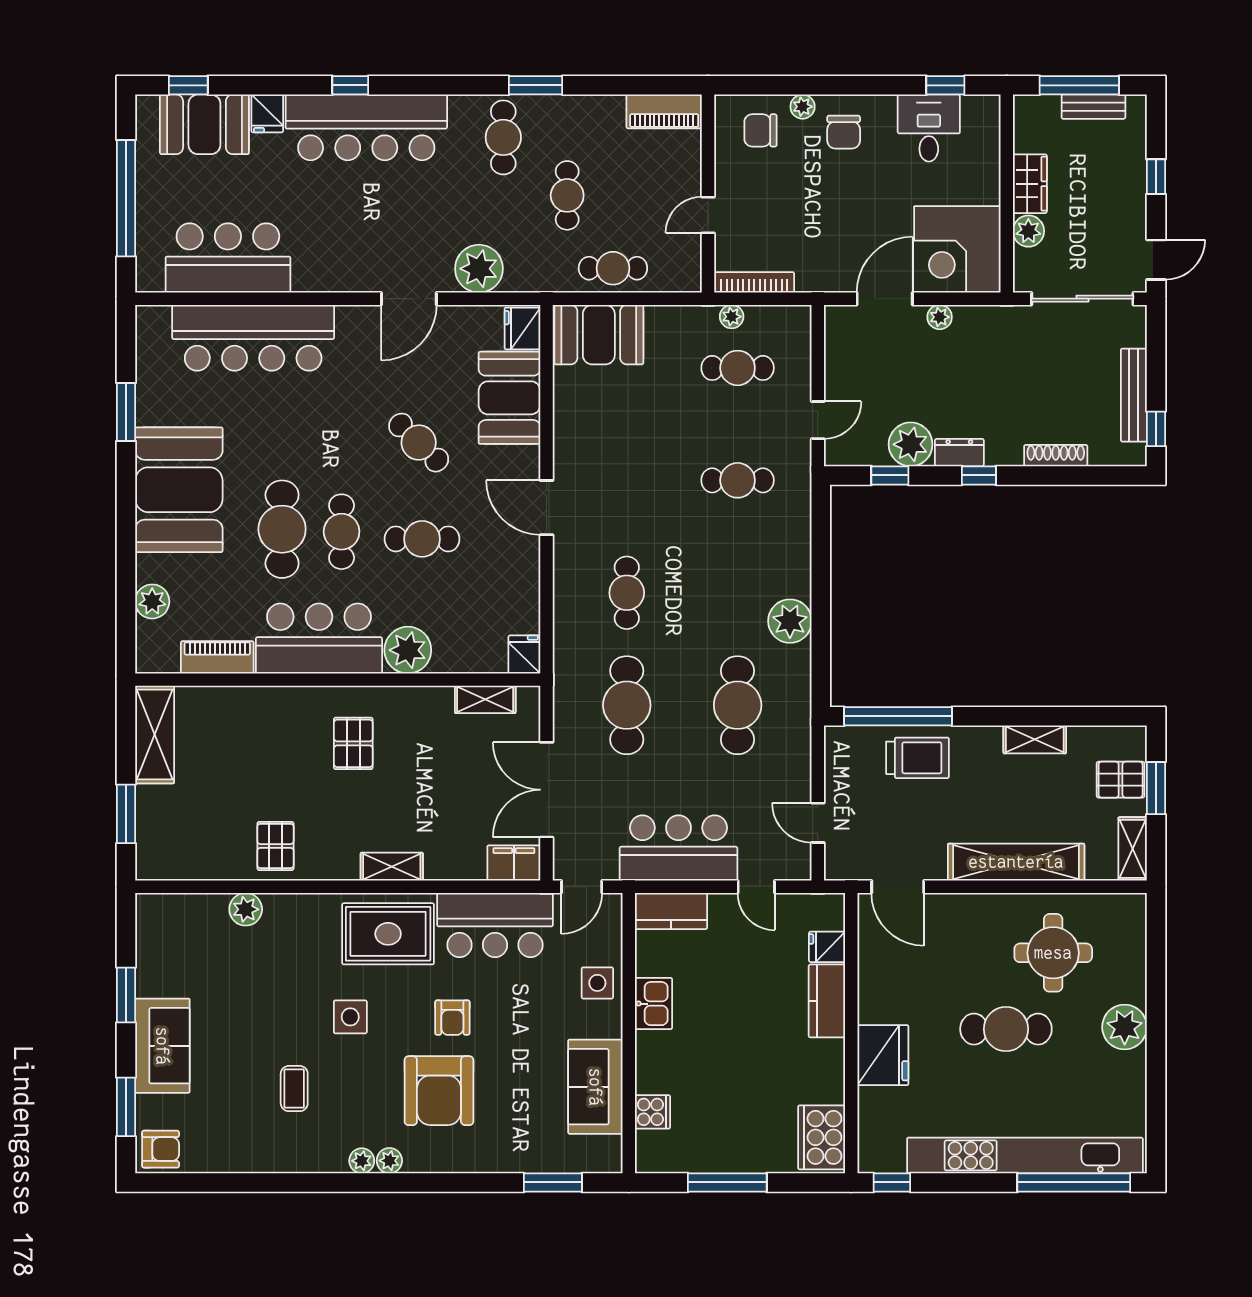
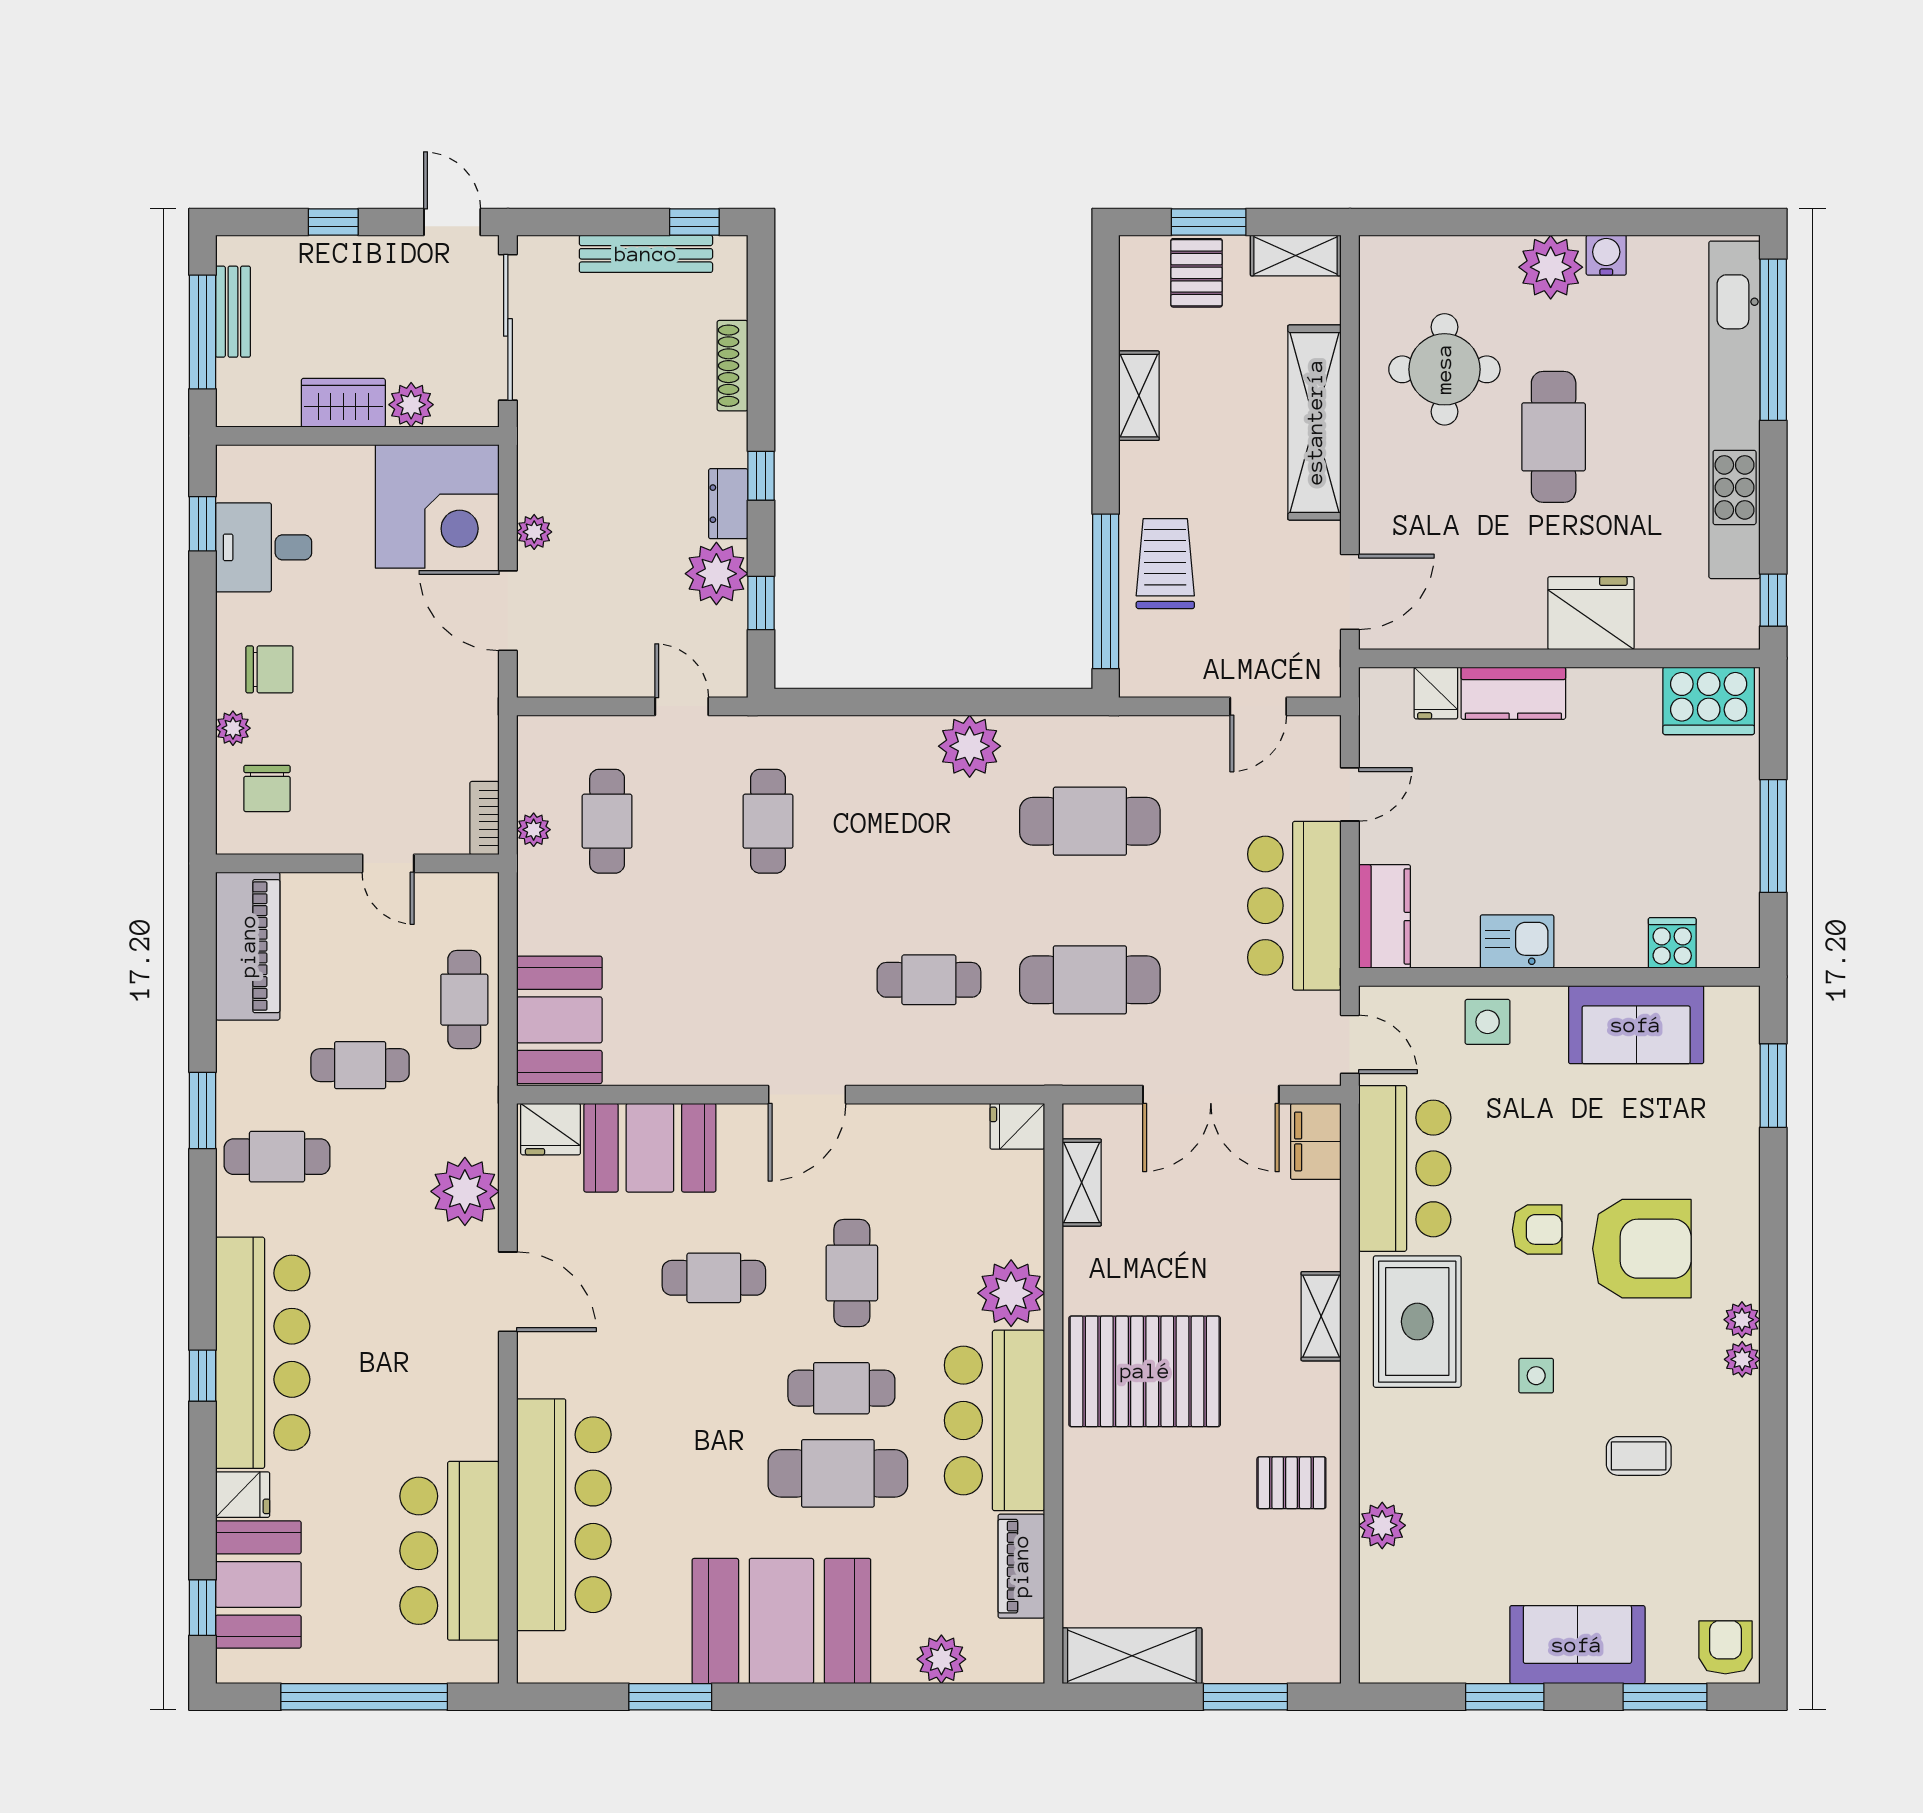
piano: (664, 111) -> (248, 946), width x1.37, depth x1.33
bookcase: (754, 282) -> (485, 818), width x0.64
cafe table: (419, 443) -> (714, 1278), turned 46
pallet: (353, 743) -> (1145, 1371), width x2.05, depth x2.00
side table: (350, 1017) -> (1536, 1376), width x0.73, depth x0.73
water cooler: (1133, 1066) -> (1606, 255), added

